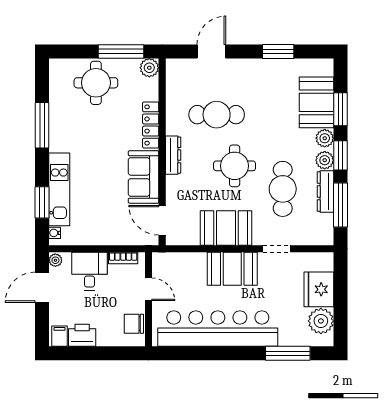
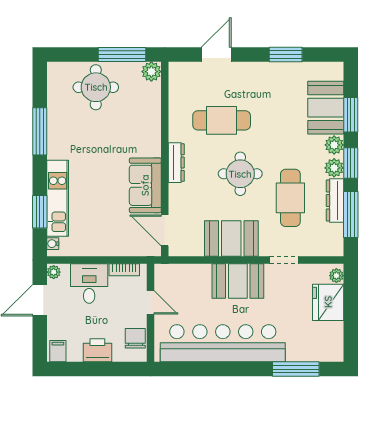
locker: (151, 125) -> (153, 131), removed
plant: (321, 321) -> (336, 276), moved, width x0.53, depth x0.53
chair: (134, 324) -> (135, 338), turned 90
printer: (82, 335) -> (97, 350), moved

